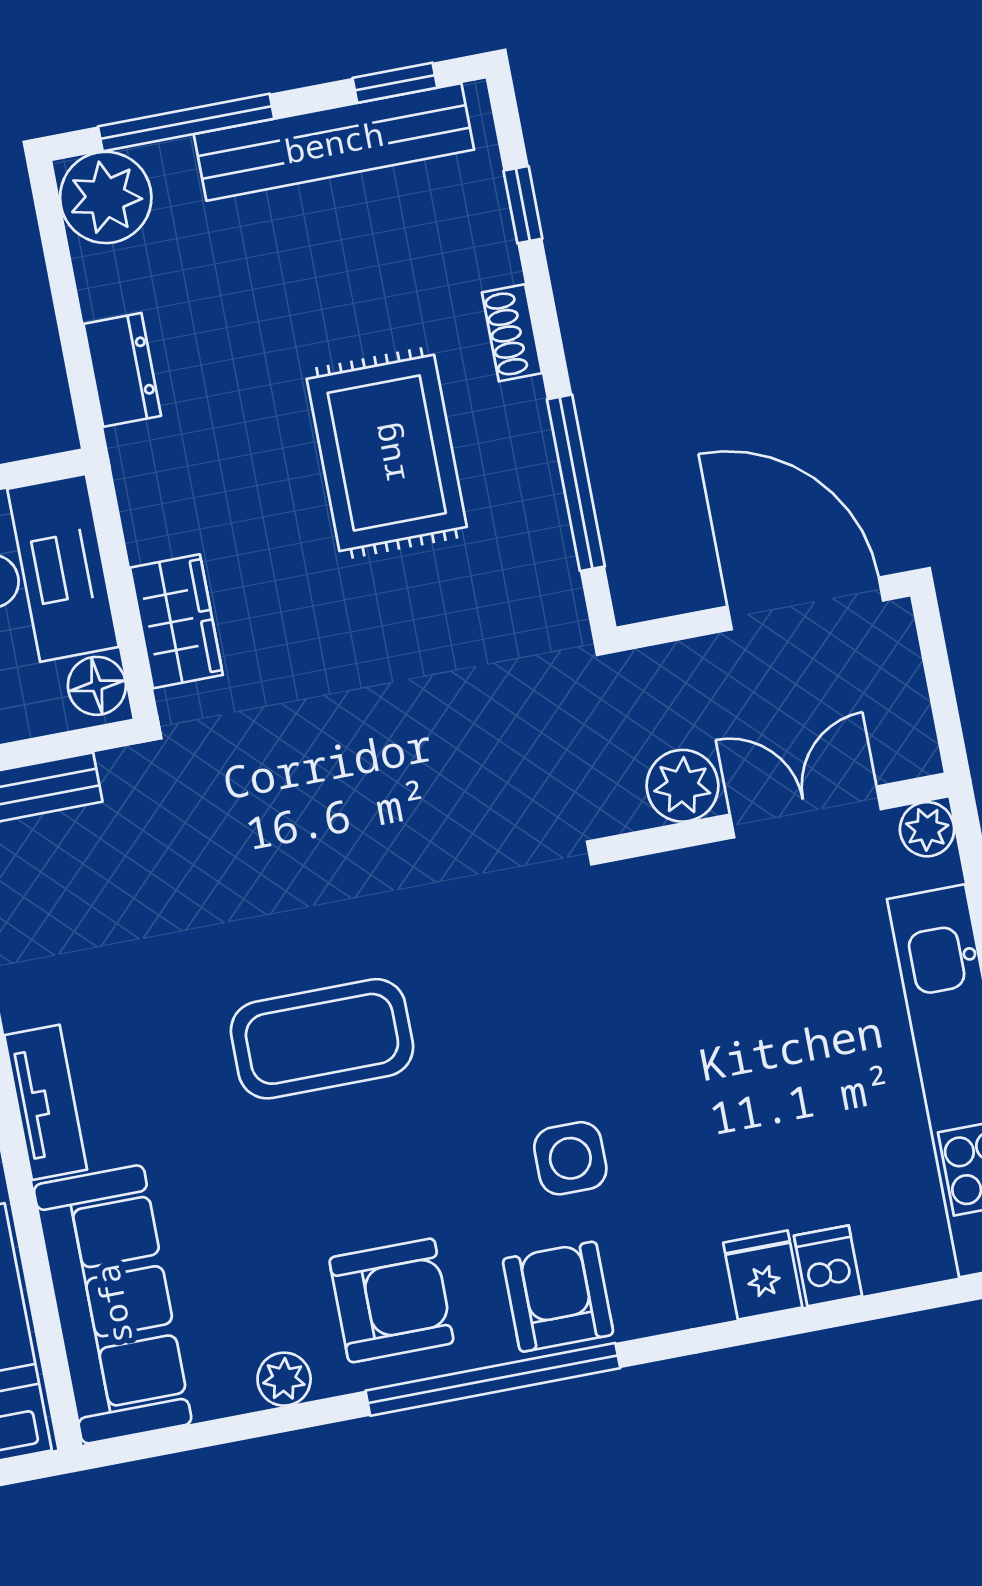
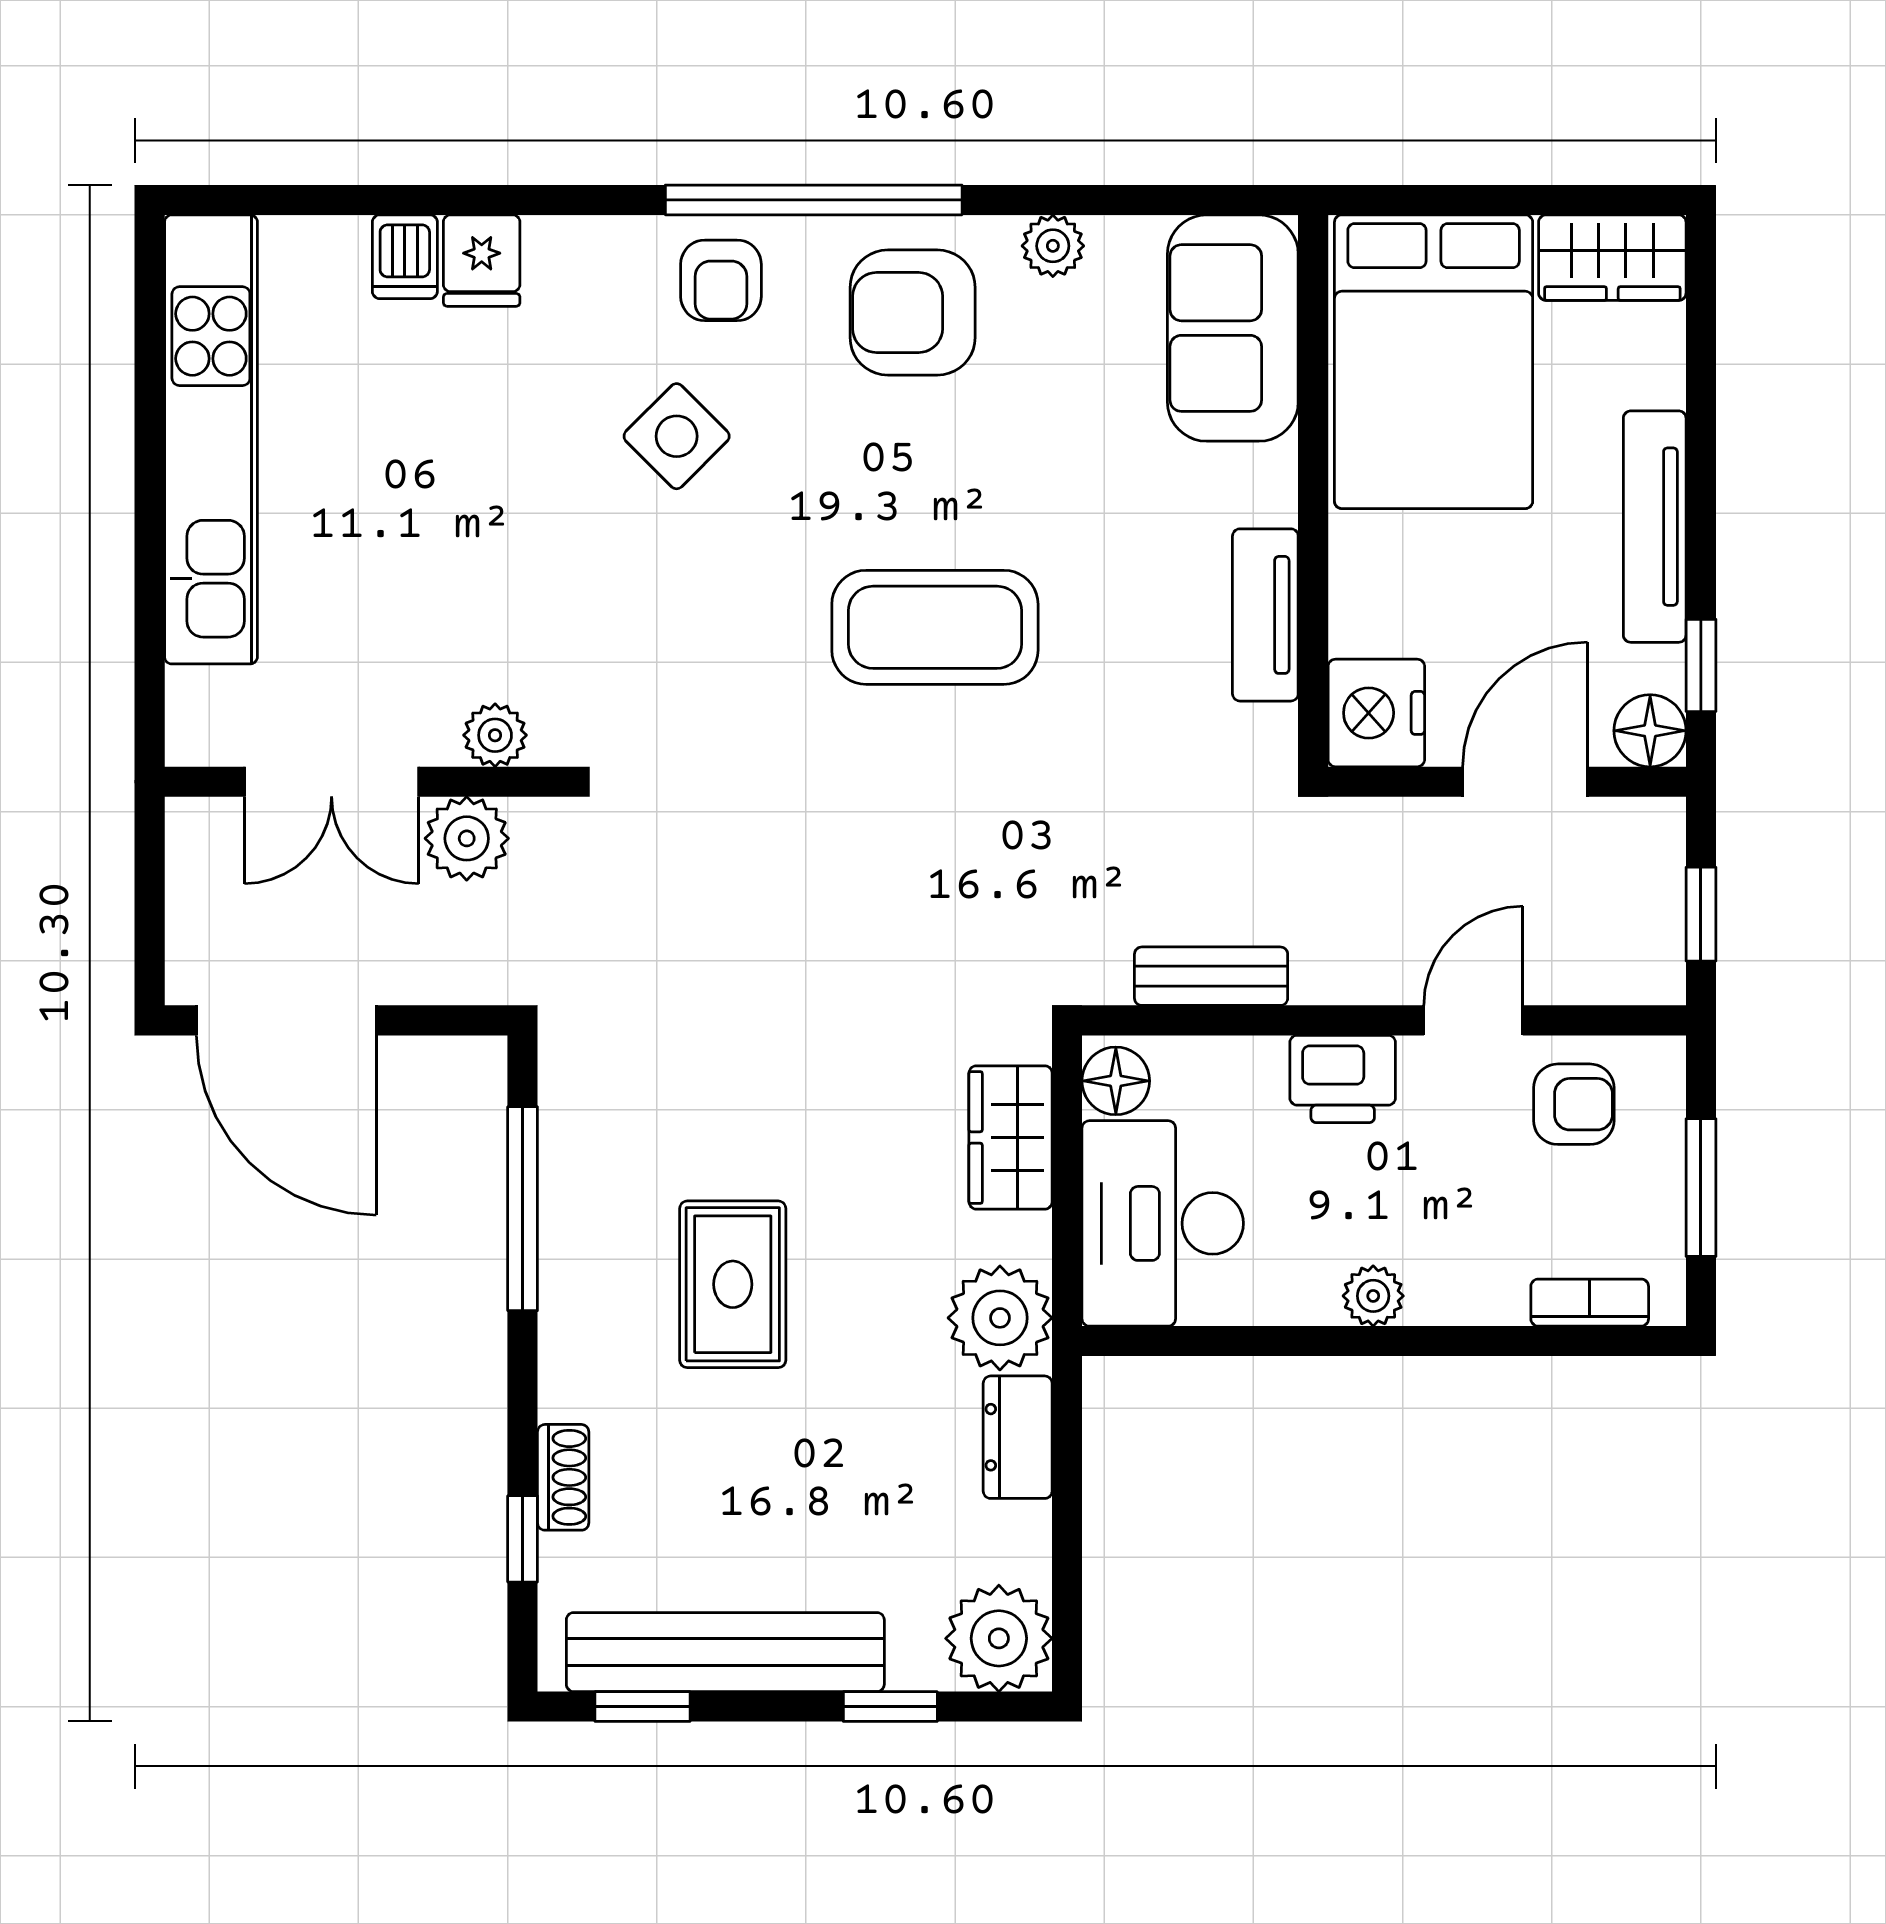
window: (186, 123) -> (890, 1707), width x0.46
shoe rack: (512, 333) -> (563, 1477), moved
rug: (387, 453) -> (733, 1284), width x0.73, depth x0.70
plant: (156, 468) -> (1000, 1318), added
plant: (927, 829) -> (495, 735), moved
side table: (570, 1158) -> (677, 436), turned 45
armchair: (558, 1297) -> (721, 280), width x0.72, depth x0.72
sofa: (113, 1304) -> (1233, 328), width x0.73

